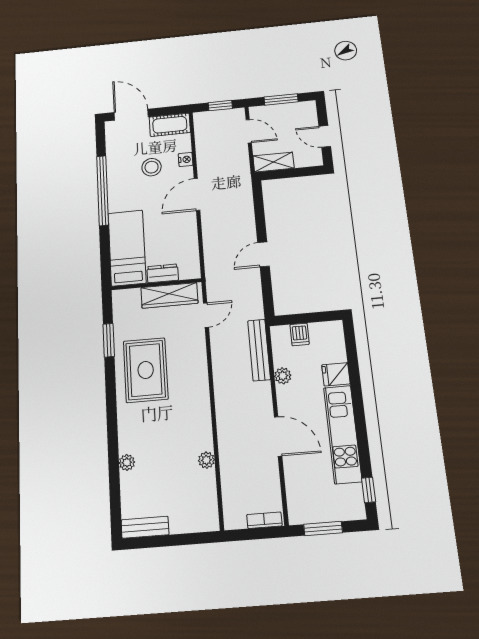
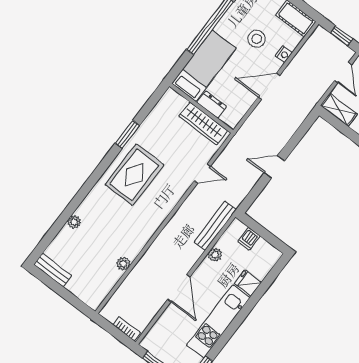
bed: (127, 248) -> (204, 66), moved
dresser: (163, 273) -> (212, 105), moved
wall: (156, 284) -> (201, 108), moved
wardrobe: (169, 295) -> (203, 123), moved

